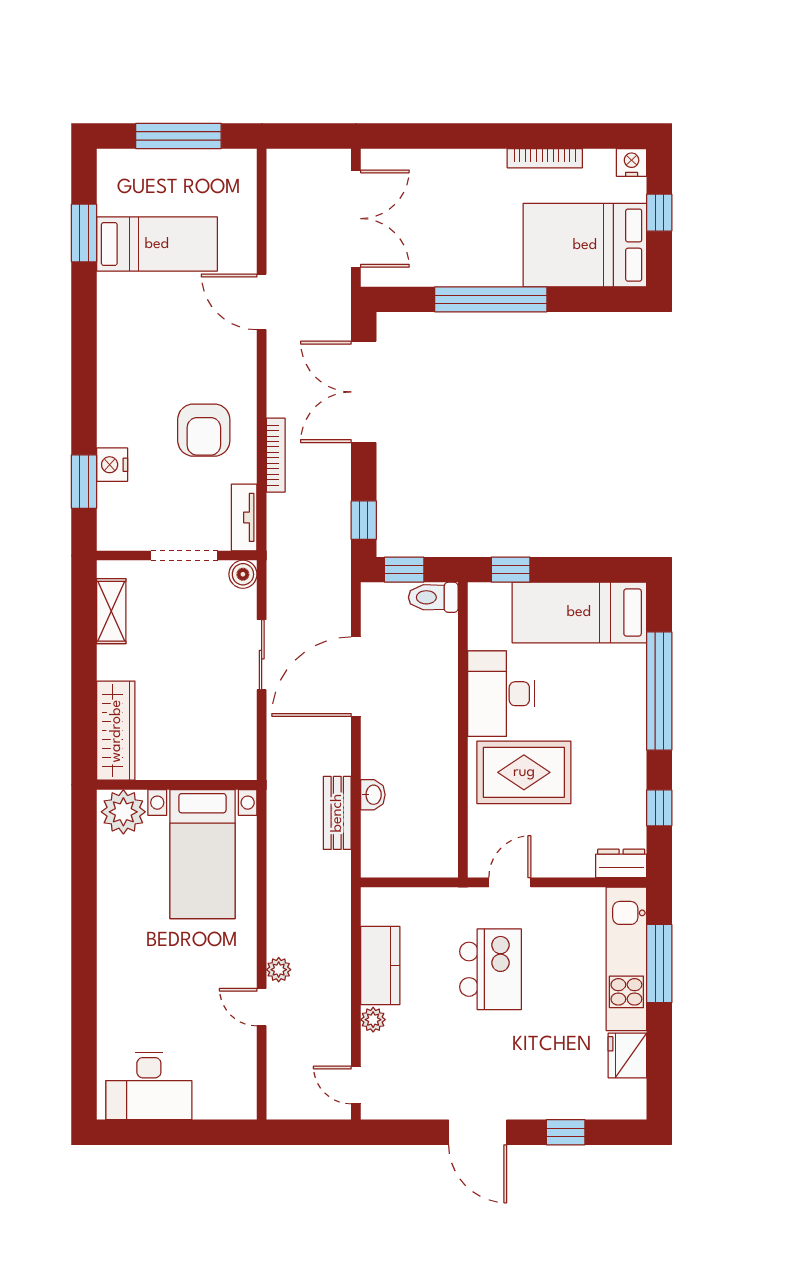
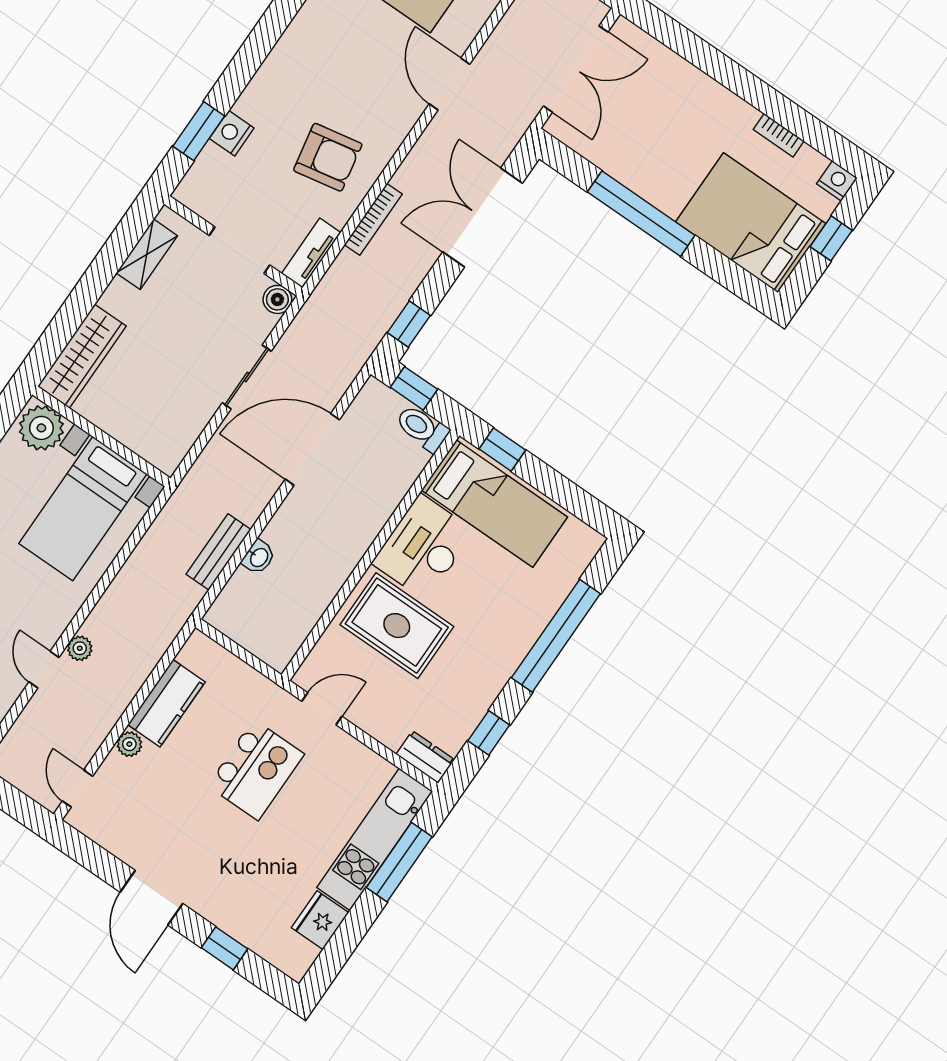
bookcase: (545, 158) -> (779, 135), width x0.64
armchair: (204, 430) -> (328, 157), turned -101
bed: (579, 612) -> (494, 504), moved, turned 180

